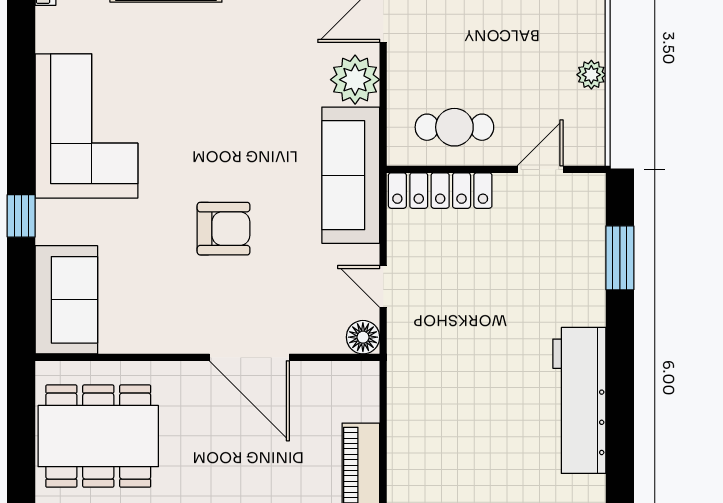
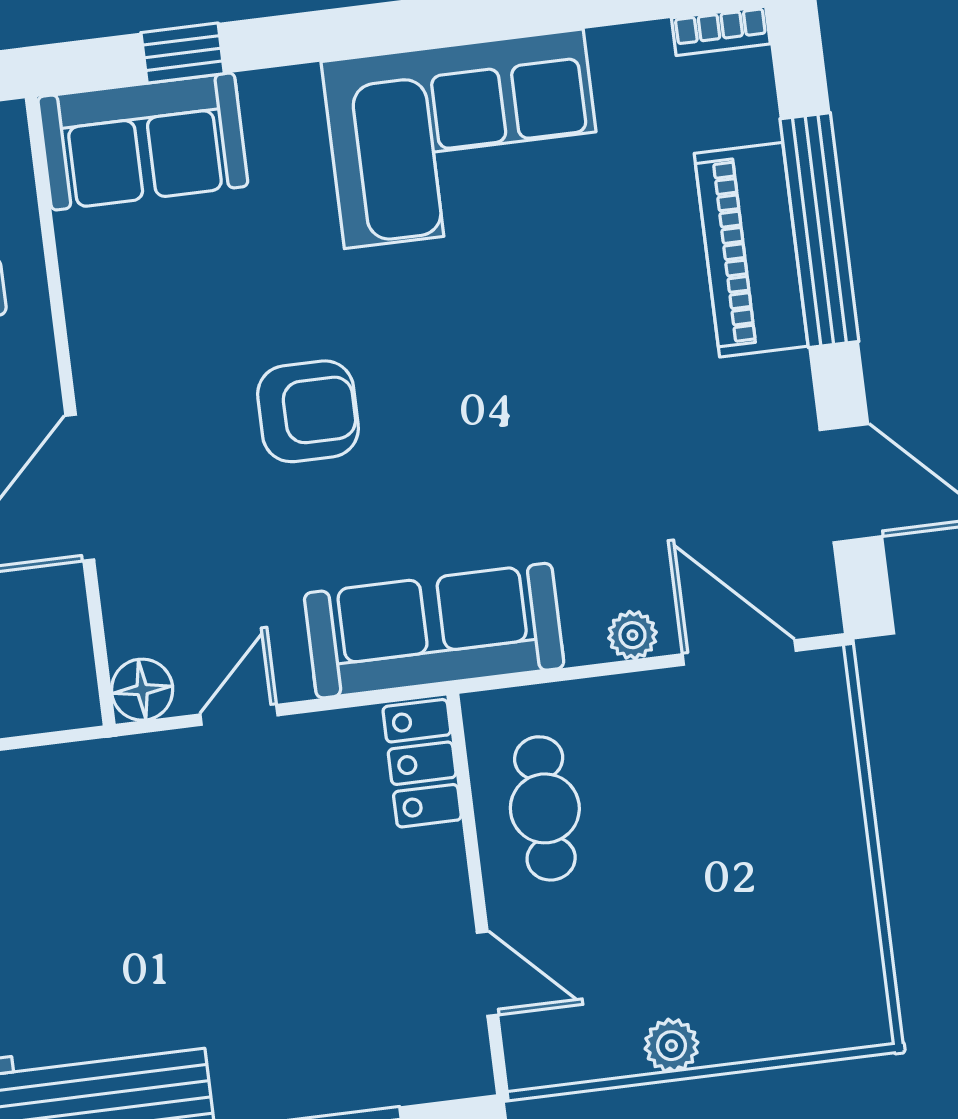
plant: (355, 80) -> (632, 635), width x0.53, depth x0.53
locker: (440, 191) -> (422, 763), width x0.66
window: (21, 216) -> (183, 53), moved
armchair: (224, 229) -> (308, 411), turned -90

